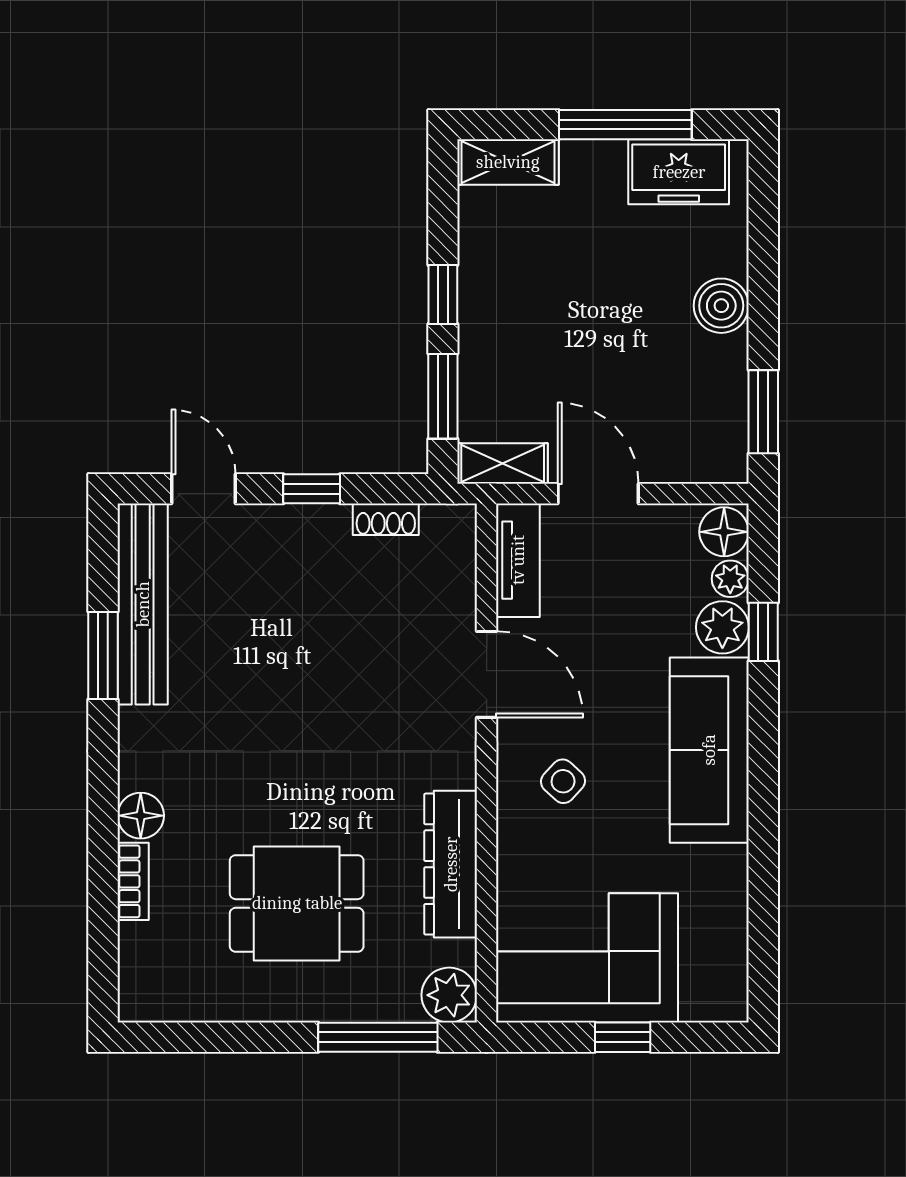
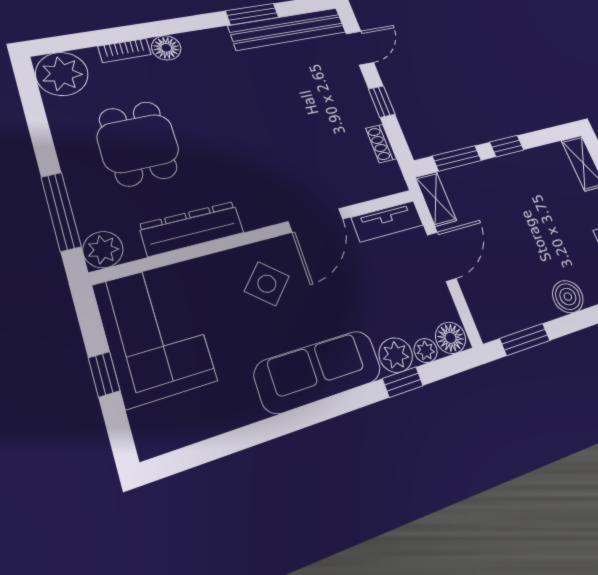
side table: (563, 781) -> (267, 284), width x1.37, depth x1.37
plant: (156, 984) -> (62, 74), added

